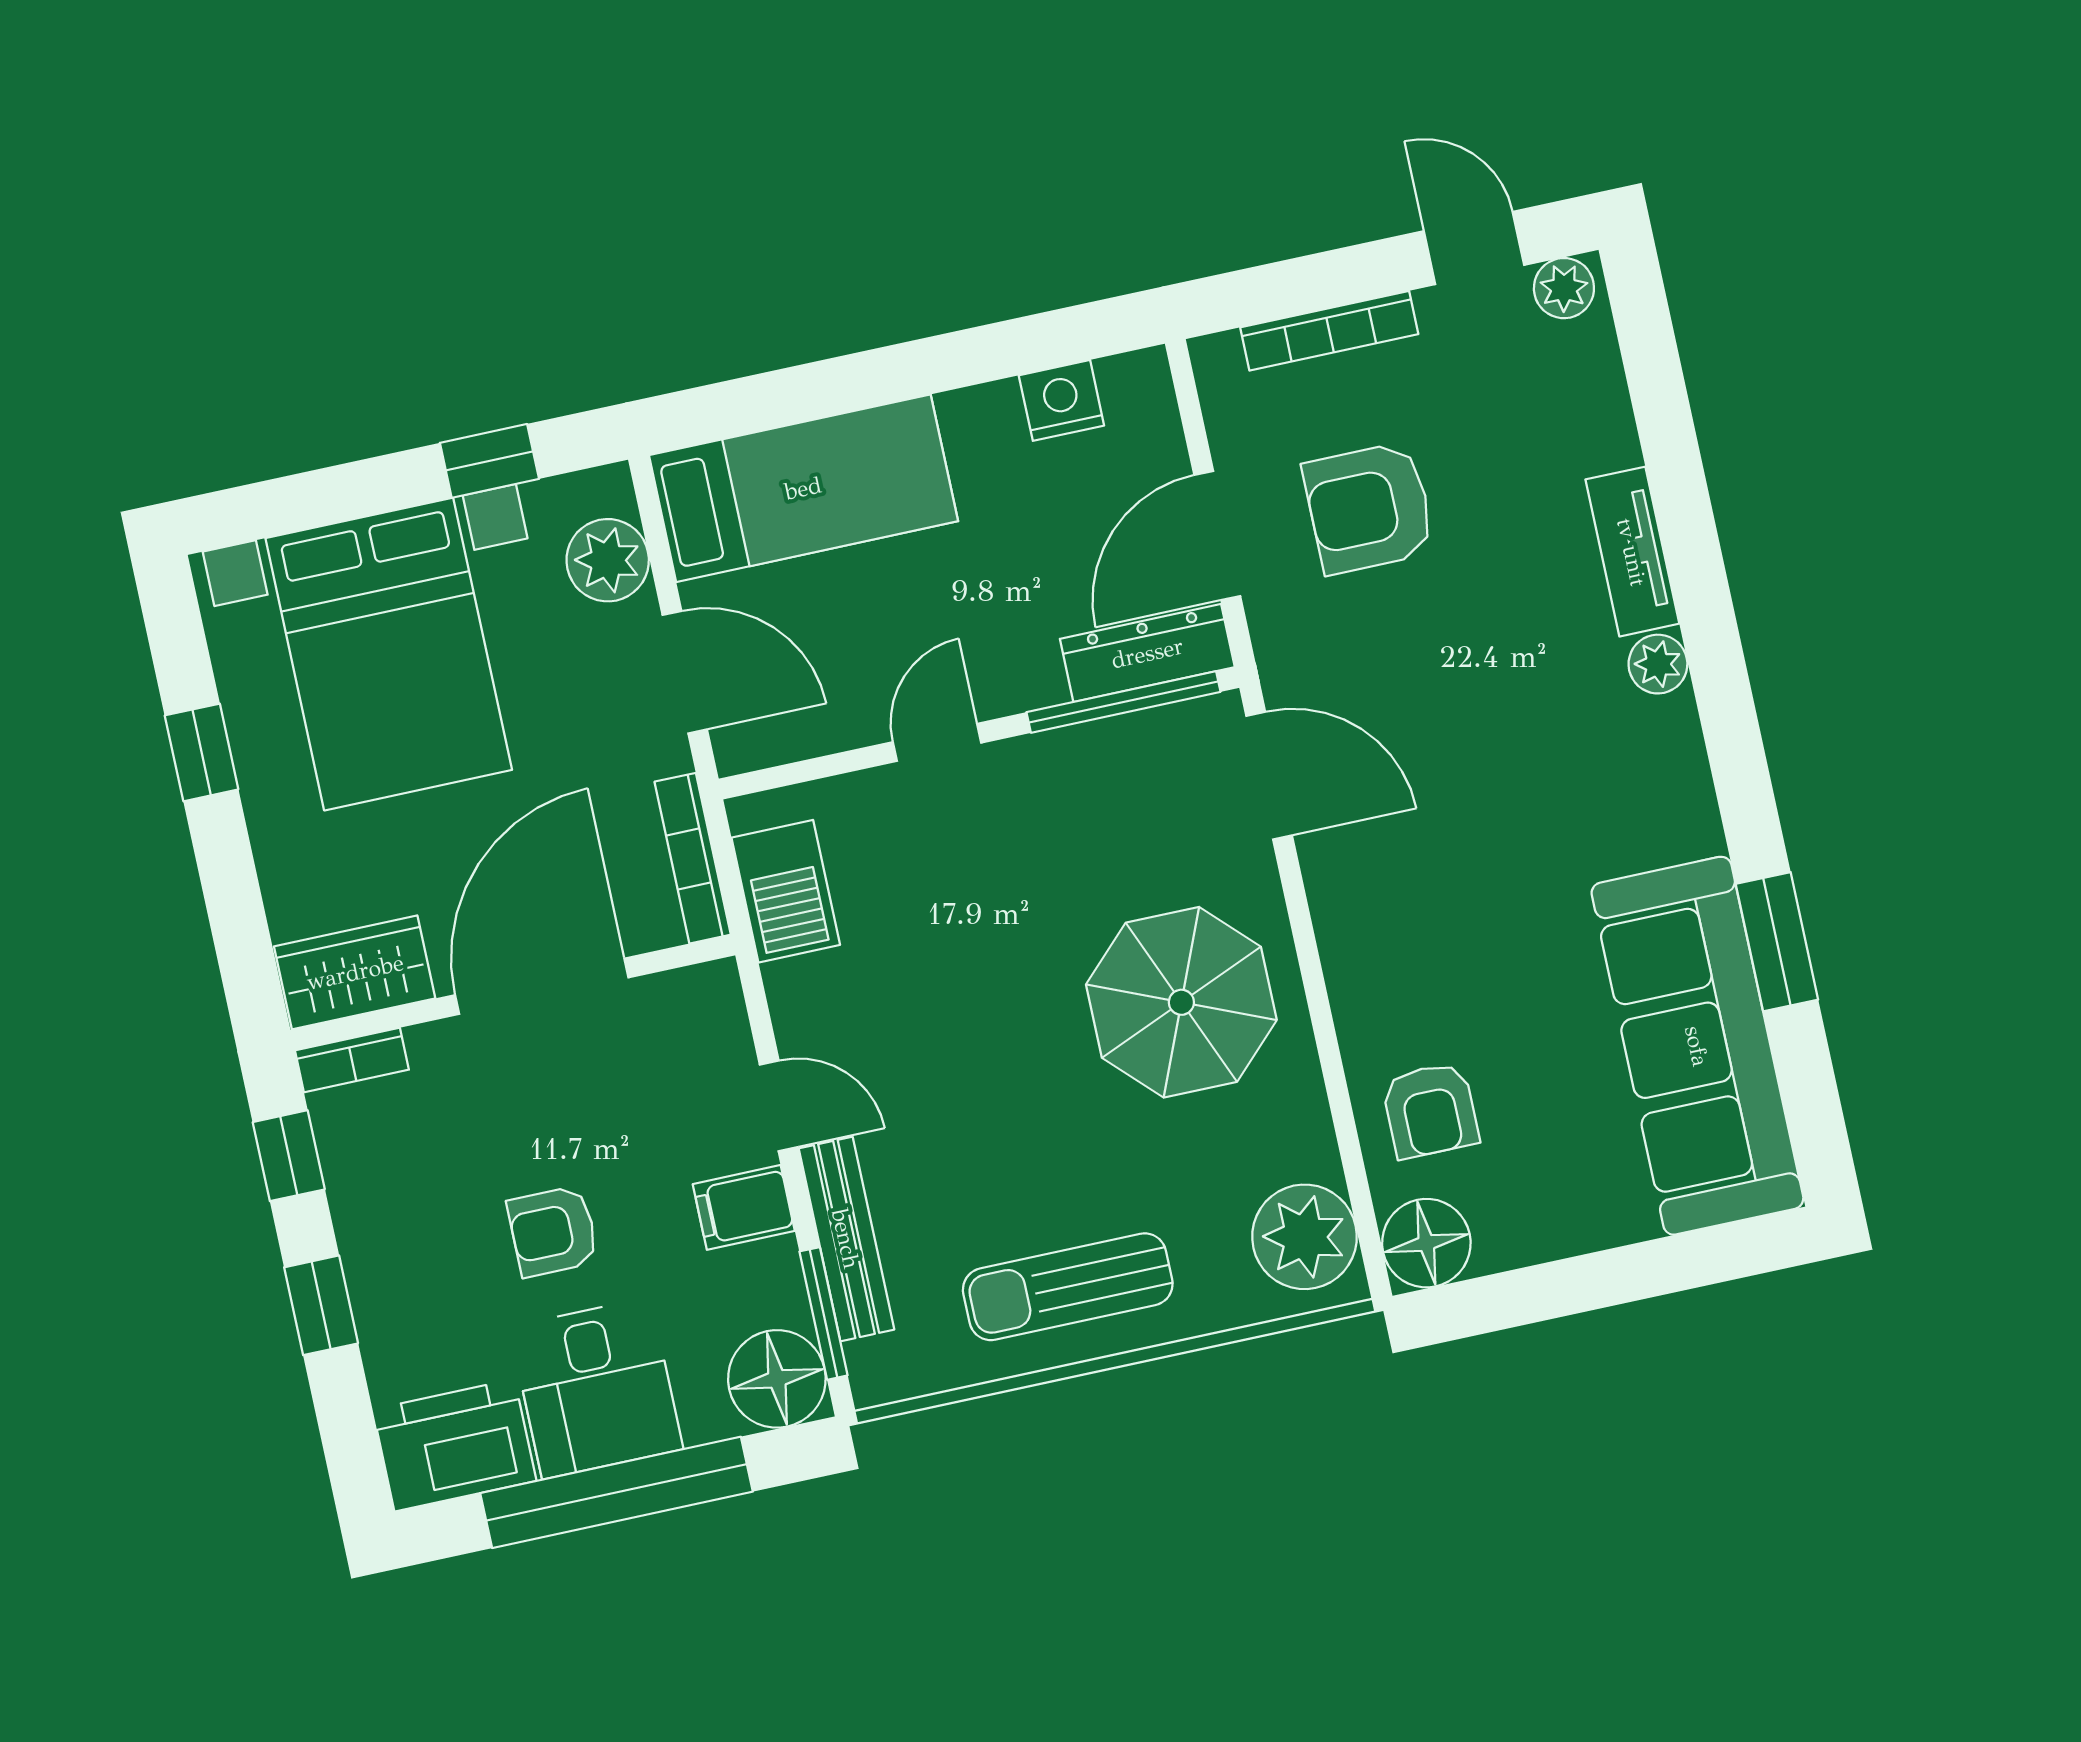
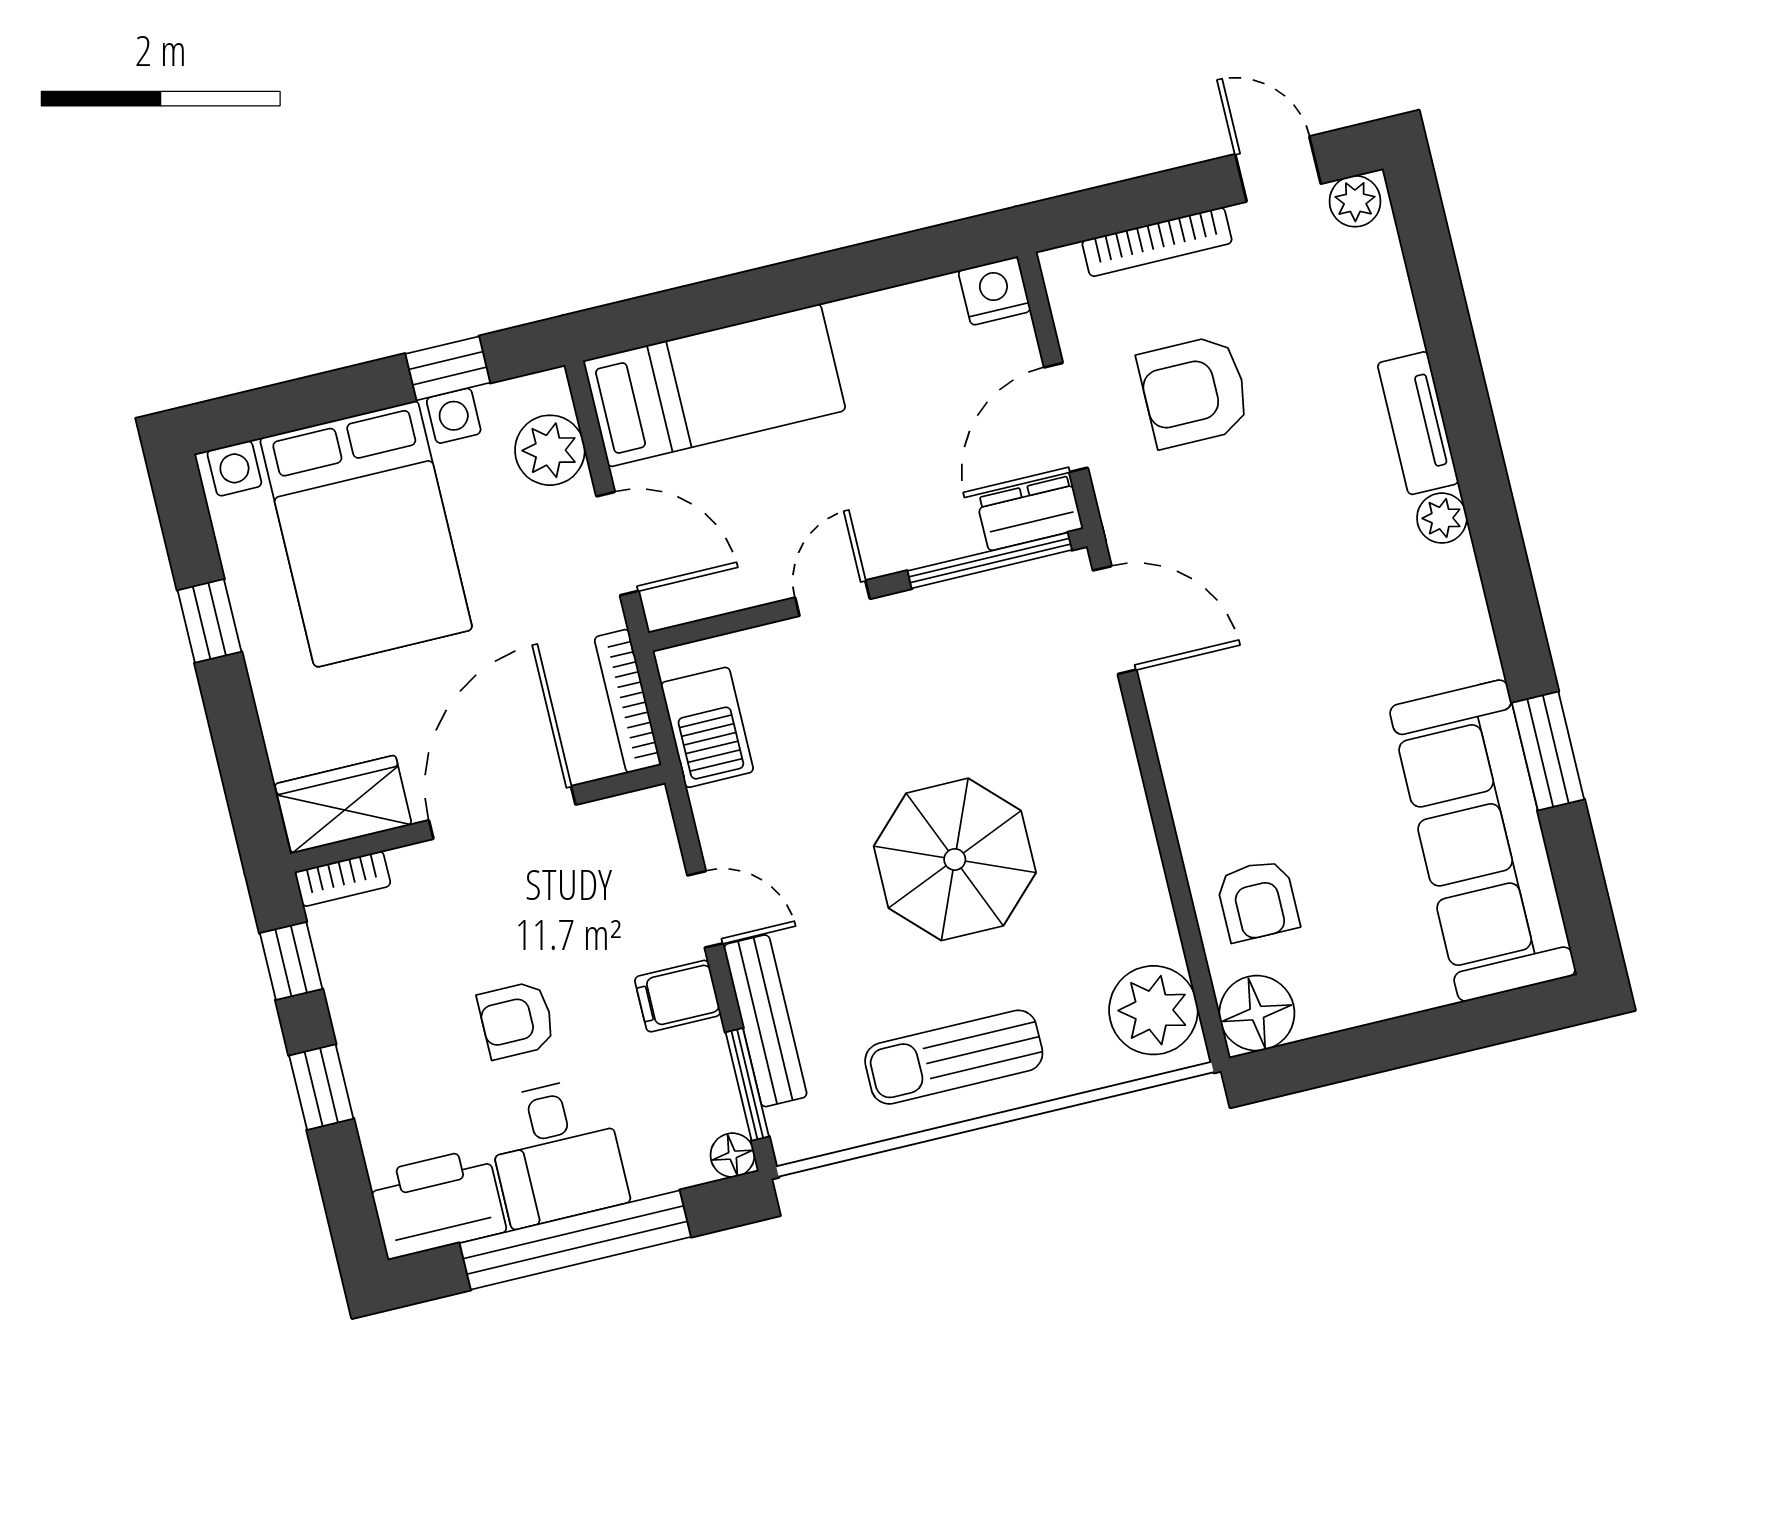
nightstand: (1061, 400) -> (995, 291), moved
dresser: (1147, 653) -> (1030, 513), width x0.70
parasol: (1181, 1002) -> (955, 859), moved
floor lamp: (777, 1379) -> (732, 1155), width x0.53, depth x0.53

